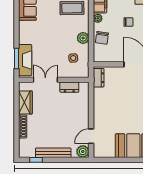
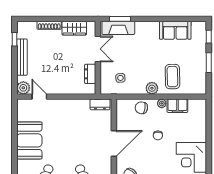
plant: (83, 38) -> (152, 88), moved

